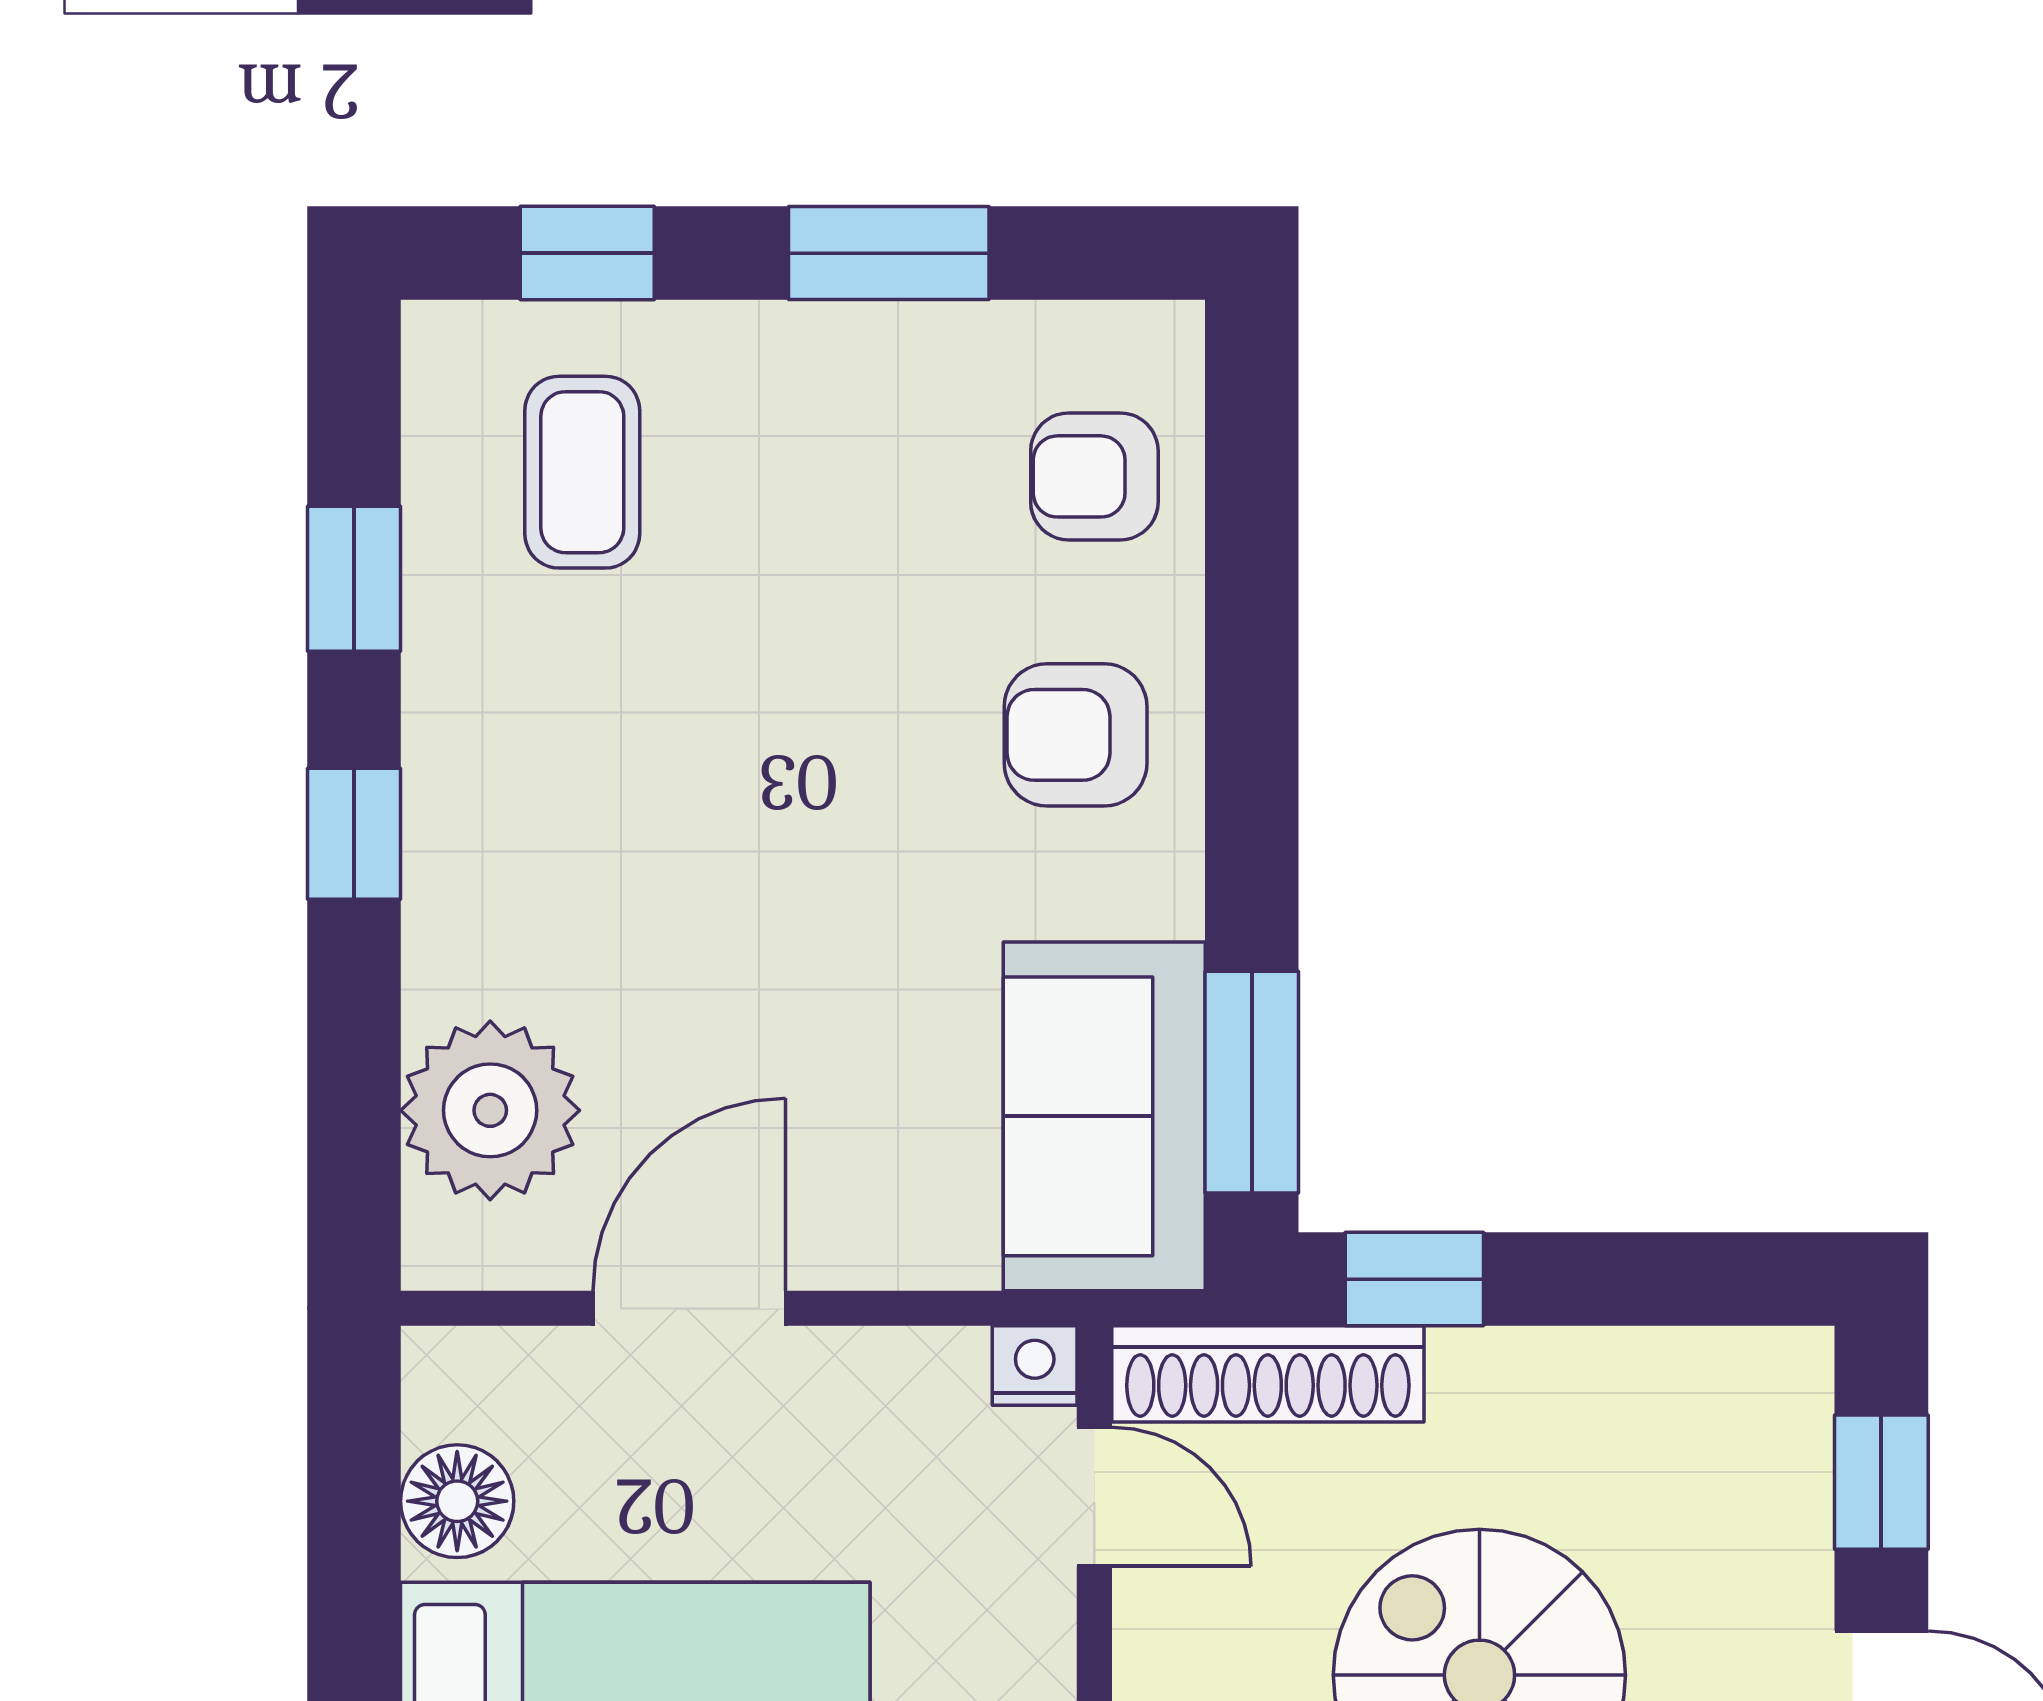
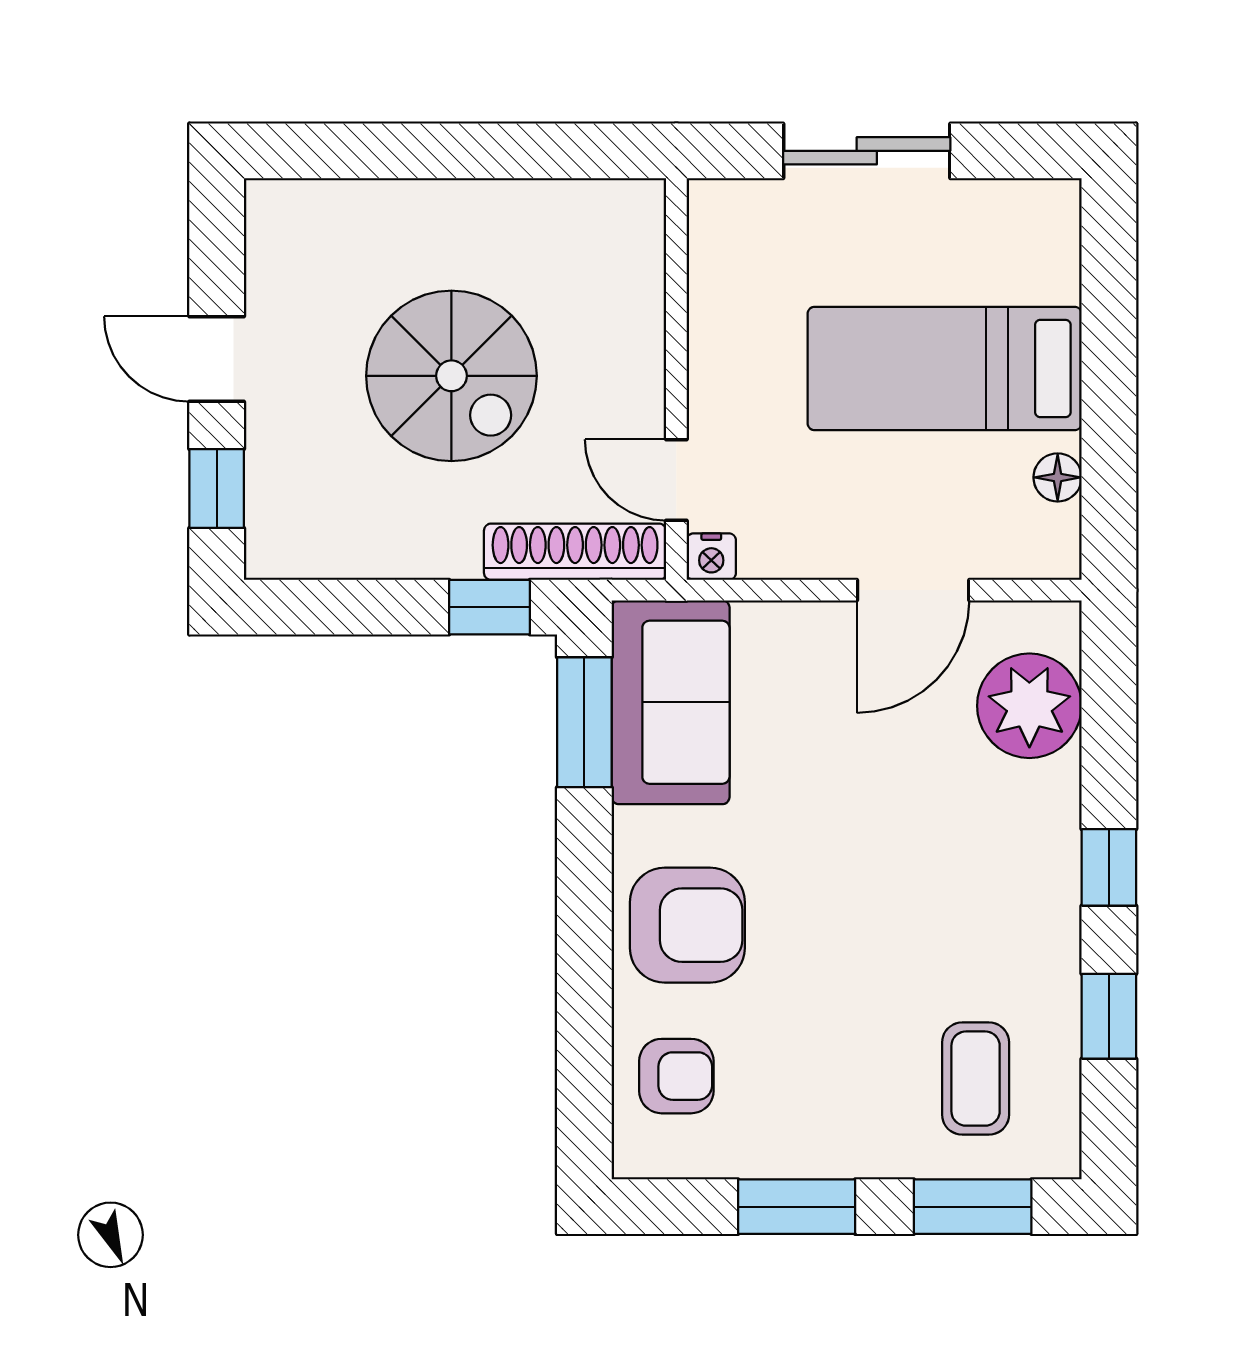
window: (587, 253) -> (973, 1207), width x1.50
armchair: (1076, 735) -> (687, 925), width x1.38, depth x1.38
floor lamp: (457, 1501) -> (1058, 477), width x0.73, depth x0.73

